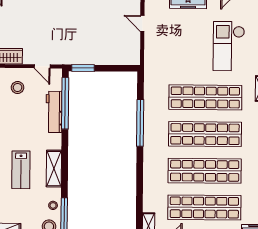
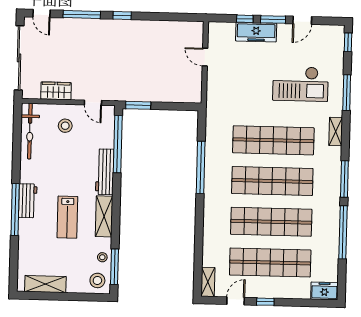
checkout: (229, 46) -> (300, 84), turned -90
workbench: (54, 112) -> (105, 172), moved

